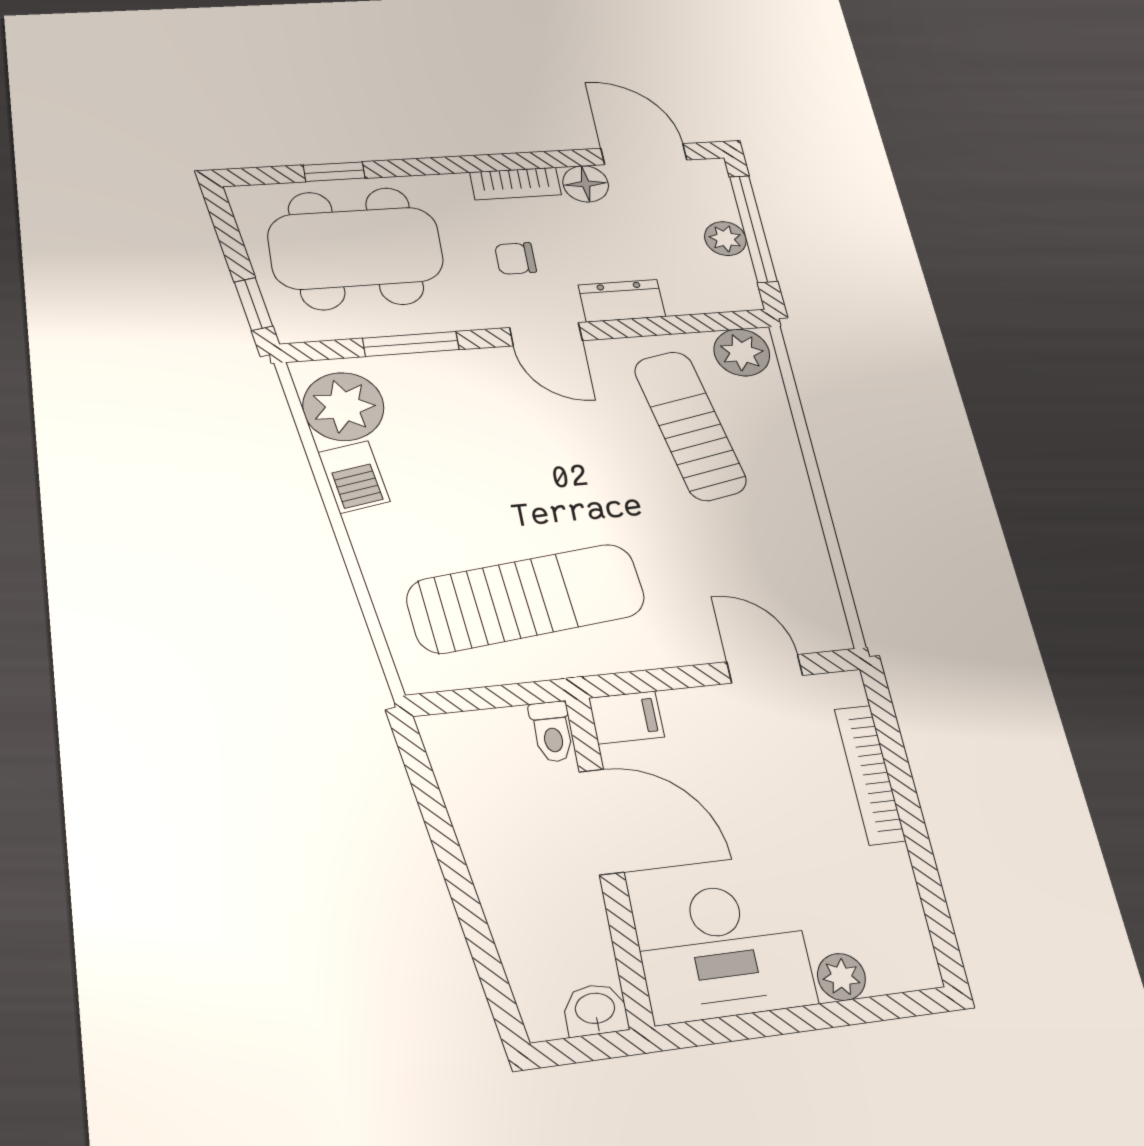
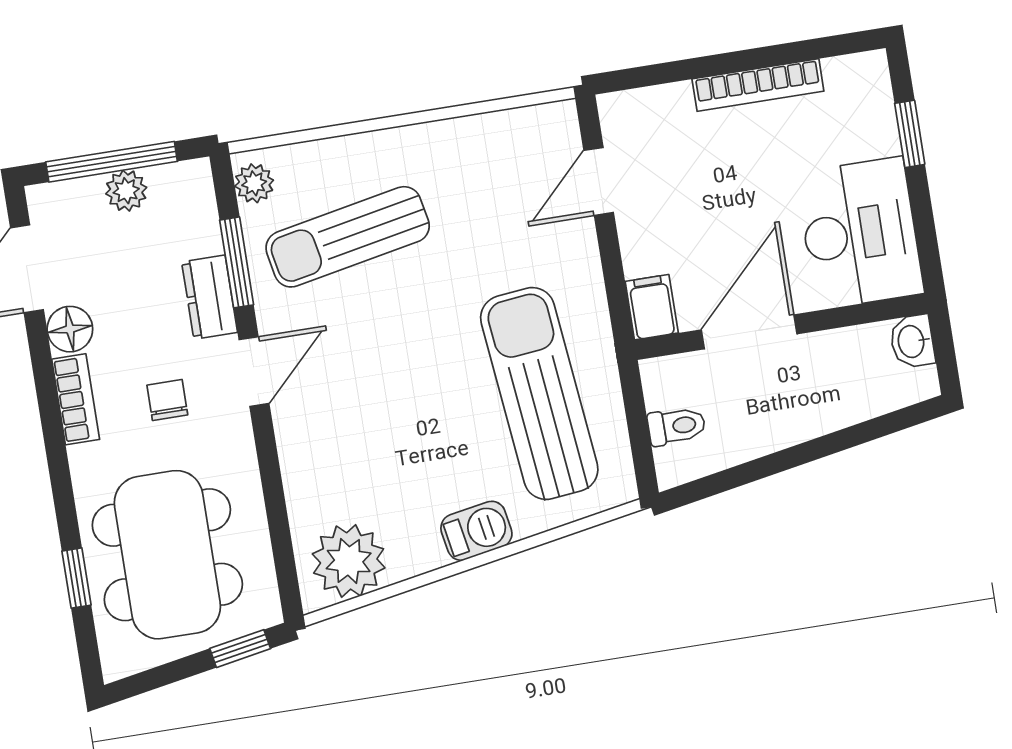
chair: (515, 258) -> (167, 400), turned 180
window: (411, 344) -> (237, 262), moved
plant: (742, 352) -> (254, 183), width x0.73, depth x0.73
barbecue: (354, 477) -> (476, 531), moved
toilet: (552, 732) -> (677, 426), moved
bookcase: (870, 774) -> (758, 85), moved
plant: (841, 977) -> (879, 135), removed
window: (846, 1013) -> (910, 134), added

